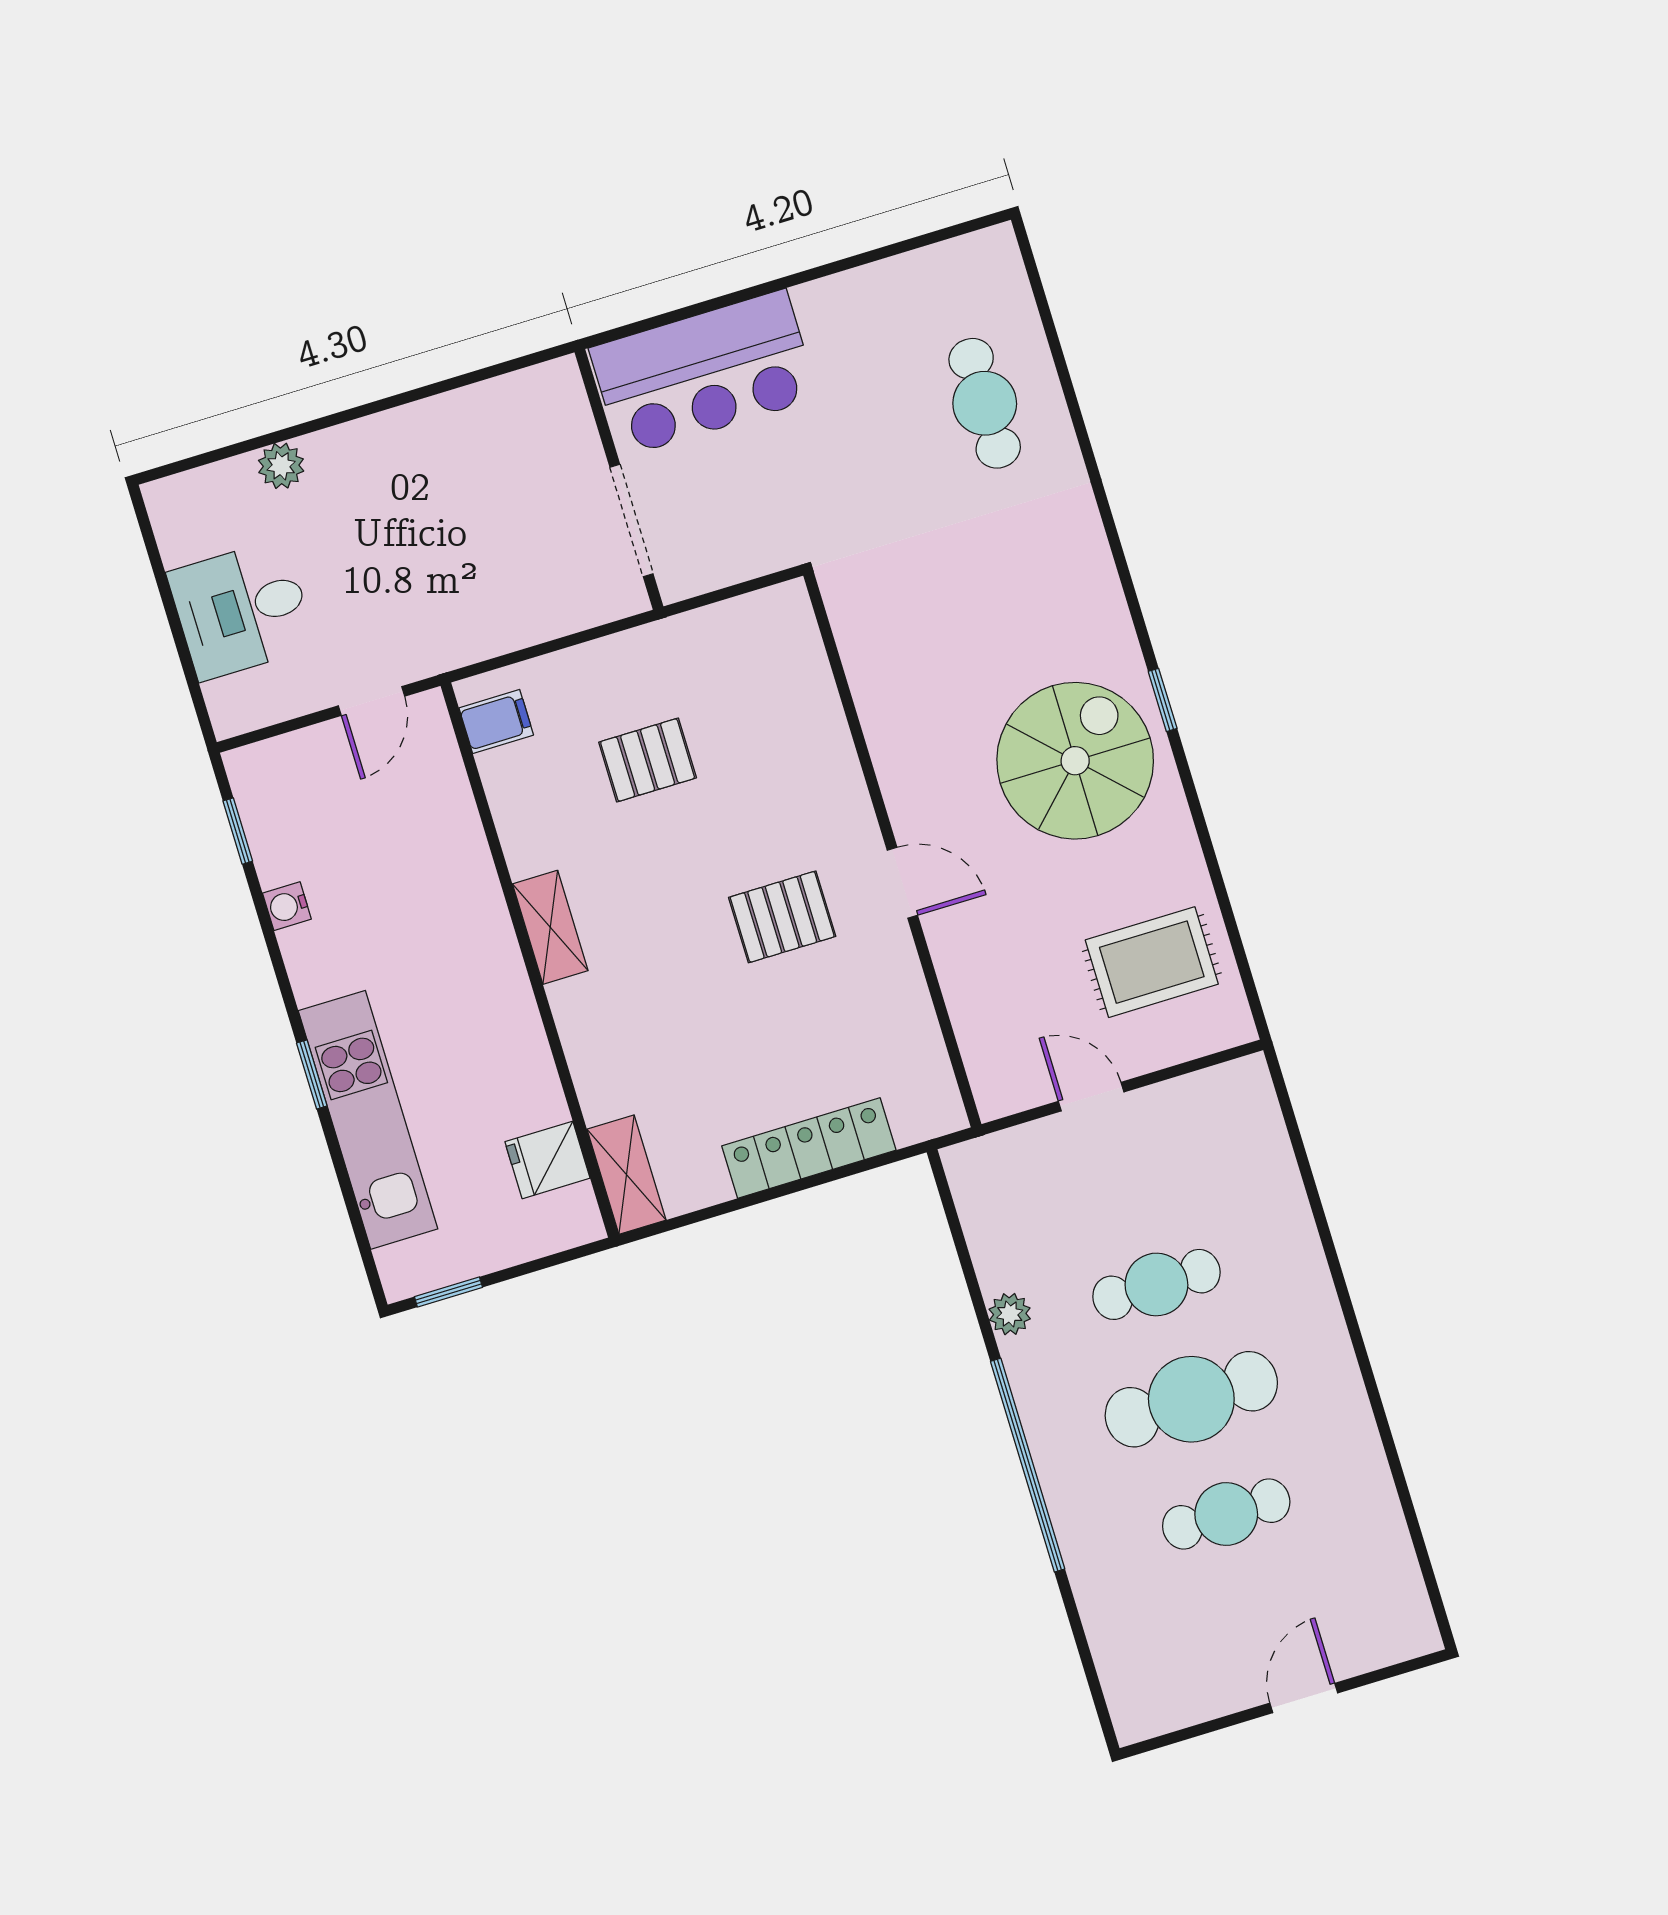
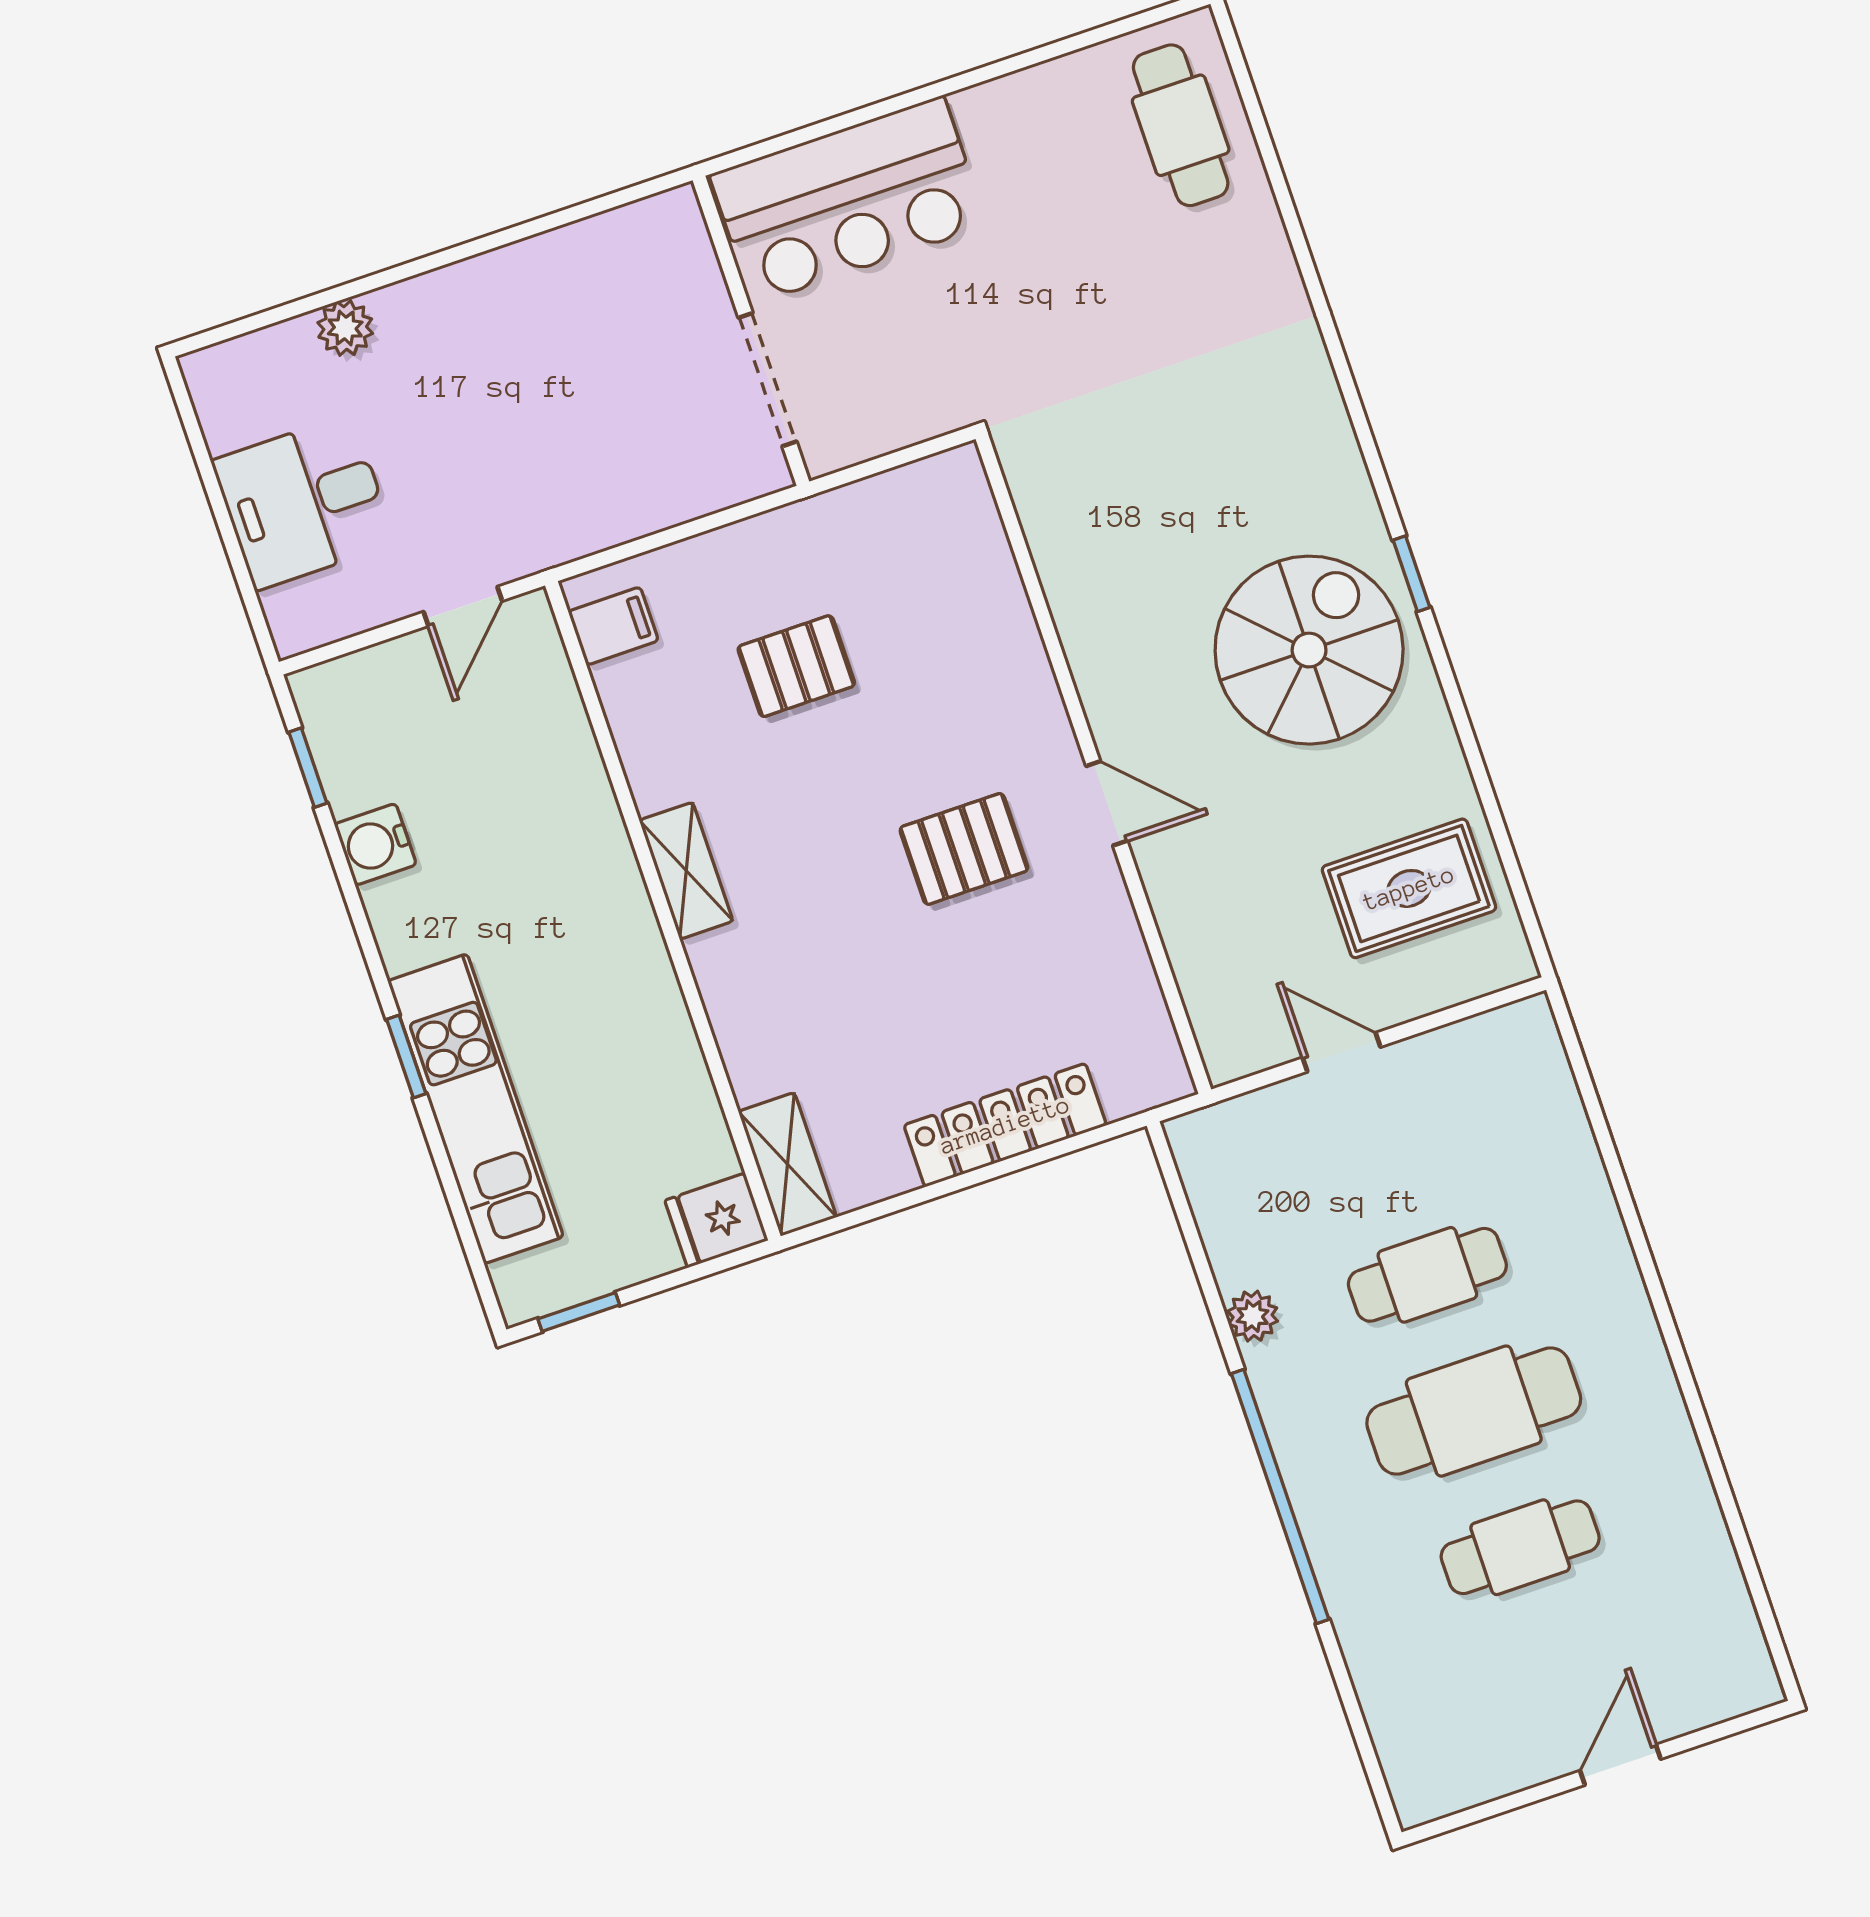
cafe table: (985, 403) -> (1181, 125), moved
water cooler: (287, 906) -> (375, 844), width x1.38, depth x1.38
fridge: (547, 1160) -> (716, 1220), moved

